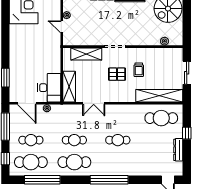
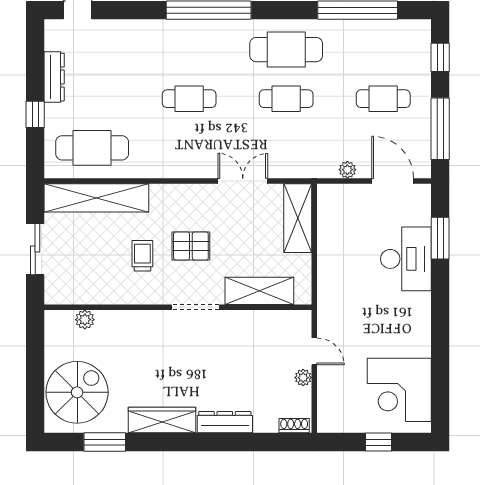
desk: (49, 88) -> (406, 259), moved, turned 180
cafe table: (31, 162) -> (383, 50), removed

